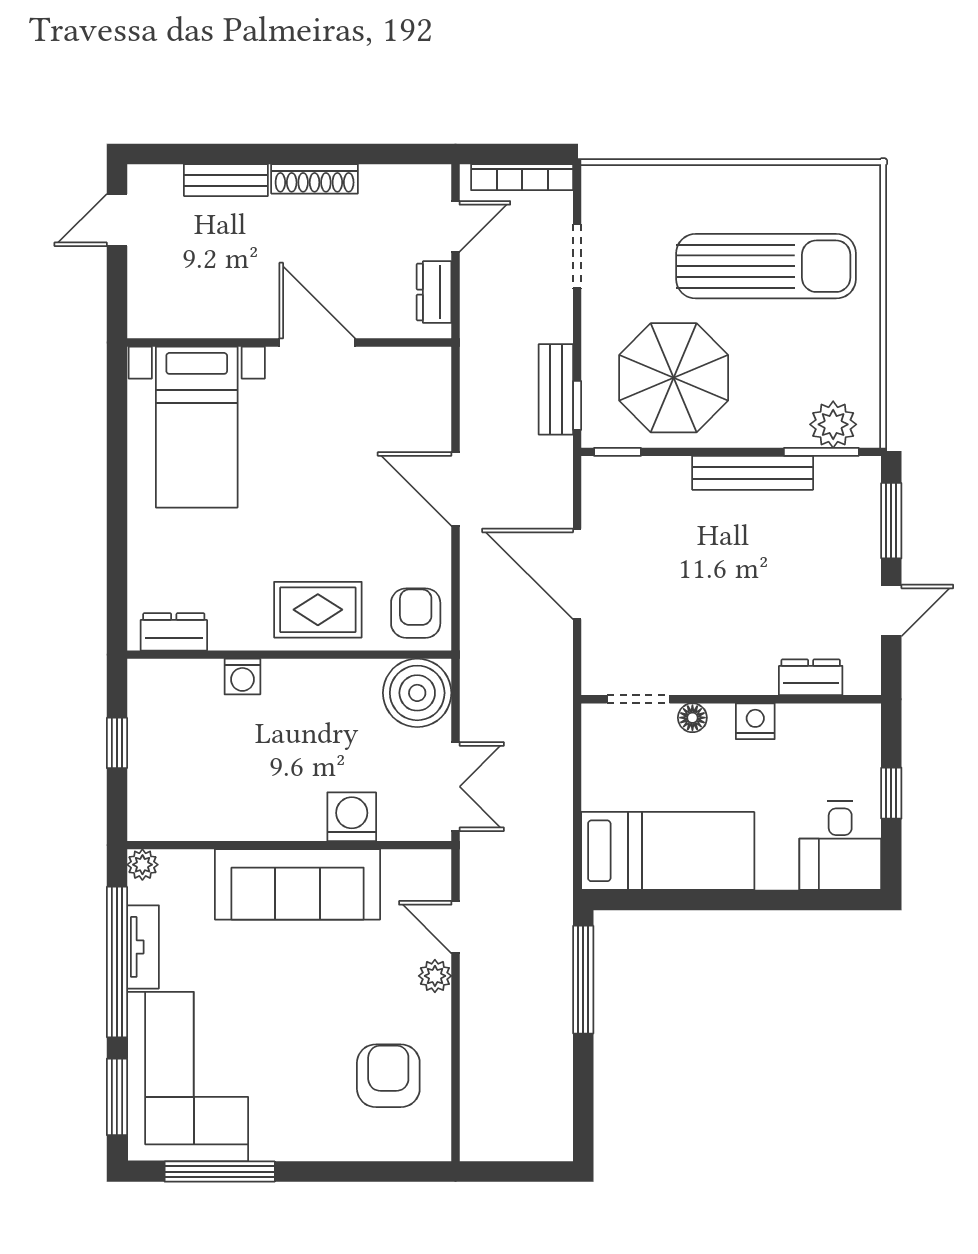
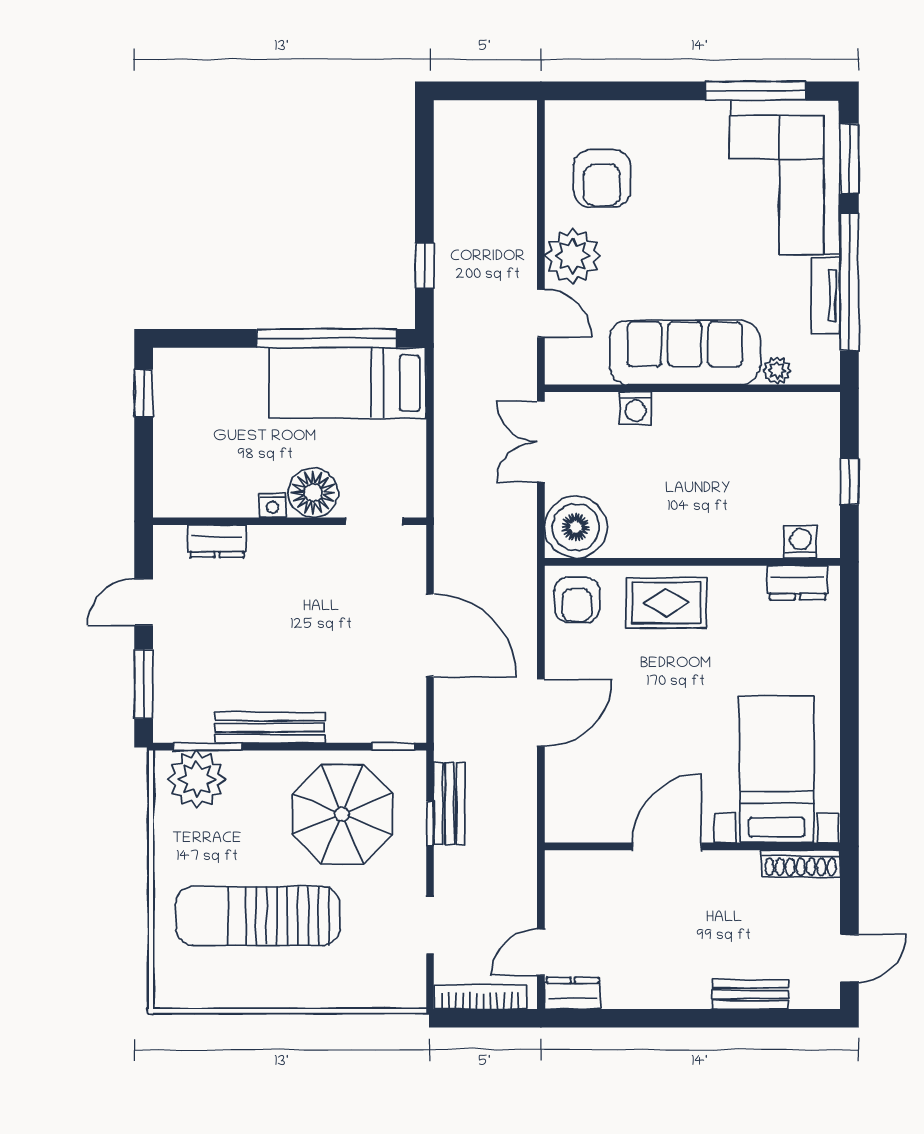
shoe rack: (315, 179) -> (801, 864), moved, turned 180
dresser: (434, 292) -> (573, 993), moved, turned -90
door: (317, 342) -> (667, 846), swing flipped
window: (577, 405) -> (430, 824), moved
plant: (833, 424) -> (197, 779), width x1.36, depth x1.36
door: (455, 489) -> (541, 713), hinge flipped
washing machine: (242, 677) -> (801, 542), moved
floor lamp: (692, 718) -> (313, 493), width x1.89, depth x1.89
nightstand: (755, 721) -> (273, 505), width x0.72, depth x0.74
window: (891, 793) -> (144, 393), moved
washing machine: (352, 817) -> (635, 408), width x0.73, depth x0.73
desk: (840, 846) -> (190, 388), removed
plant: (142, 865) -> (777, 370), moved
window: (690, 900) -> (327, 338), added
plant: (435, 976) -> (573, 256), width x1.88, depth x1.88
window: (583, 980) -> (424, 266), width x0.46

